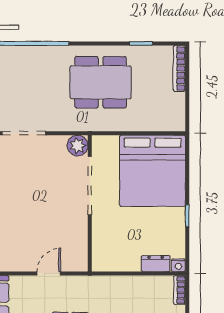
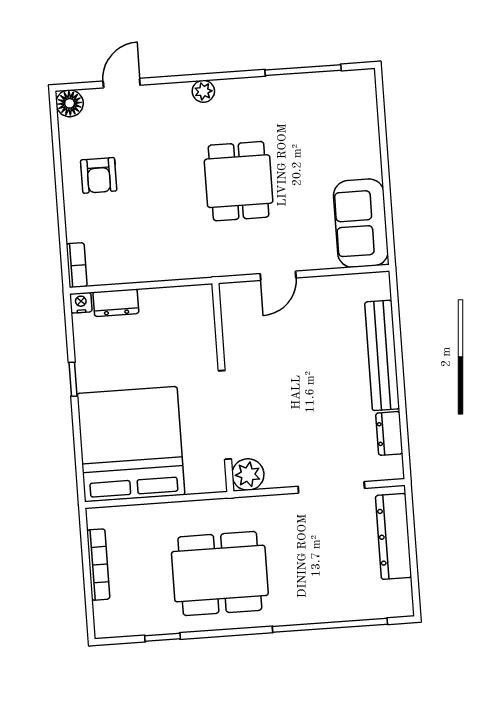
bookcase: (179, 68) -> (98, 565), moved

